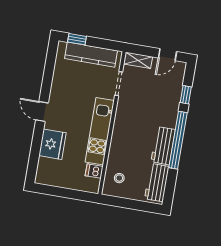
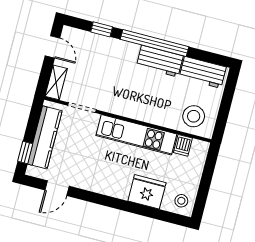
door: (42, 111) -> (57, 188), moved
stool: (47, 174) -> (181, 201), added
stool: (119, 178) -> (194, 116), width x1.89, depth x1.89

